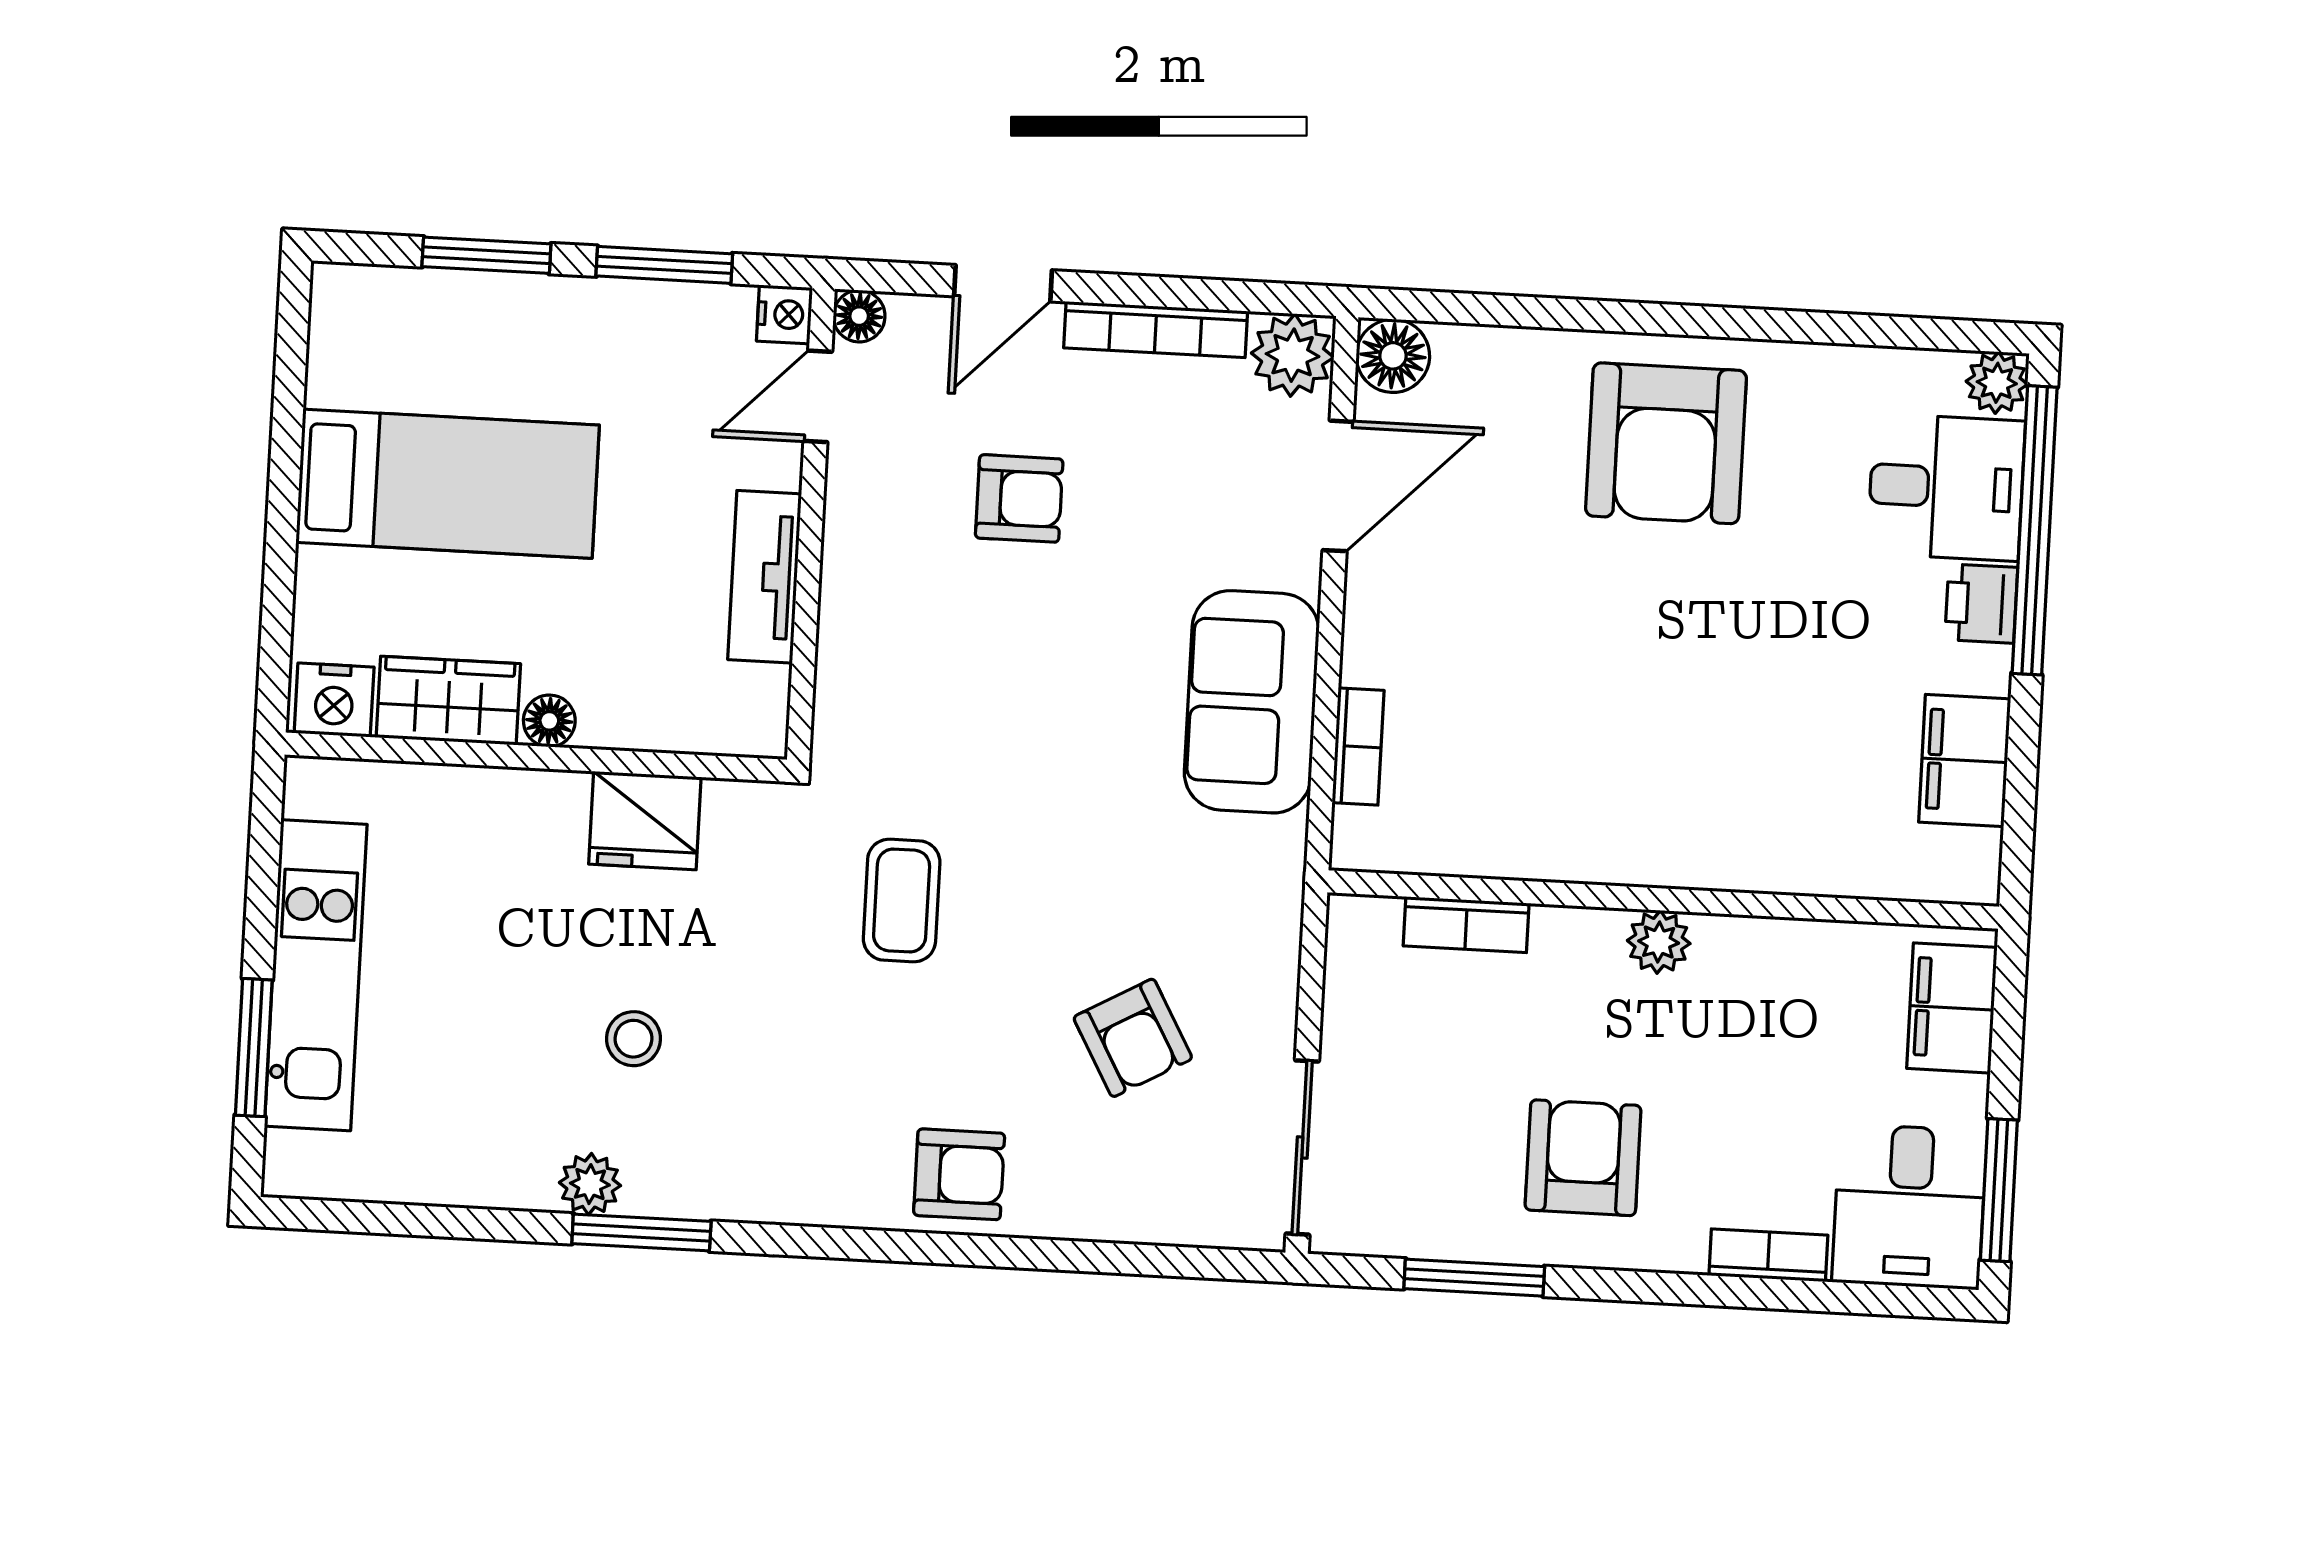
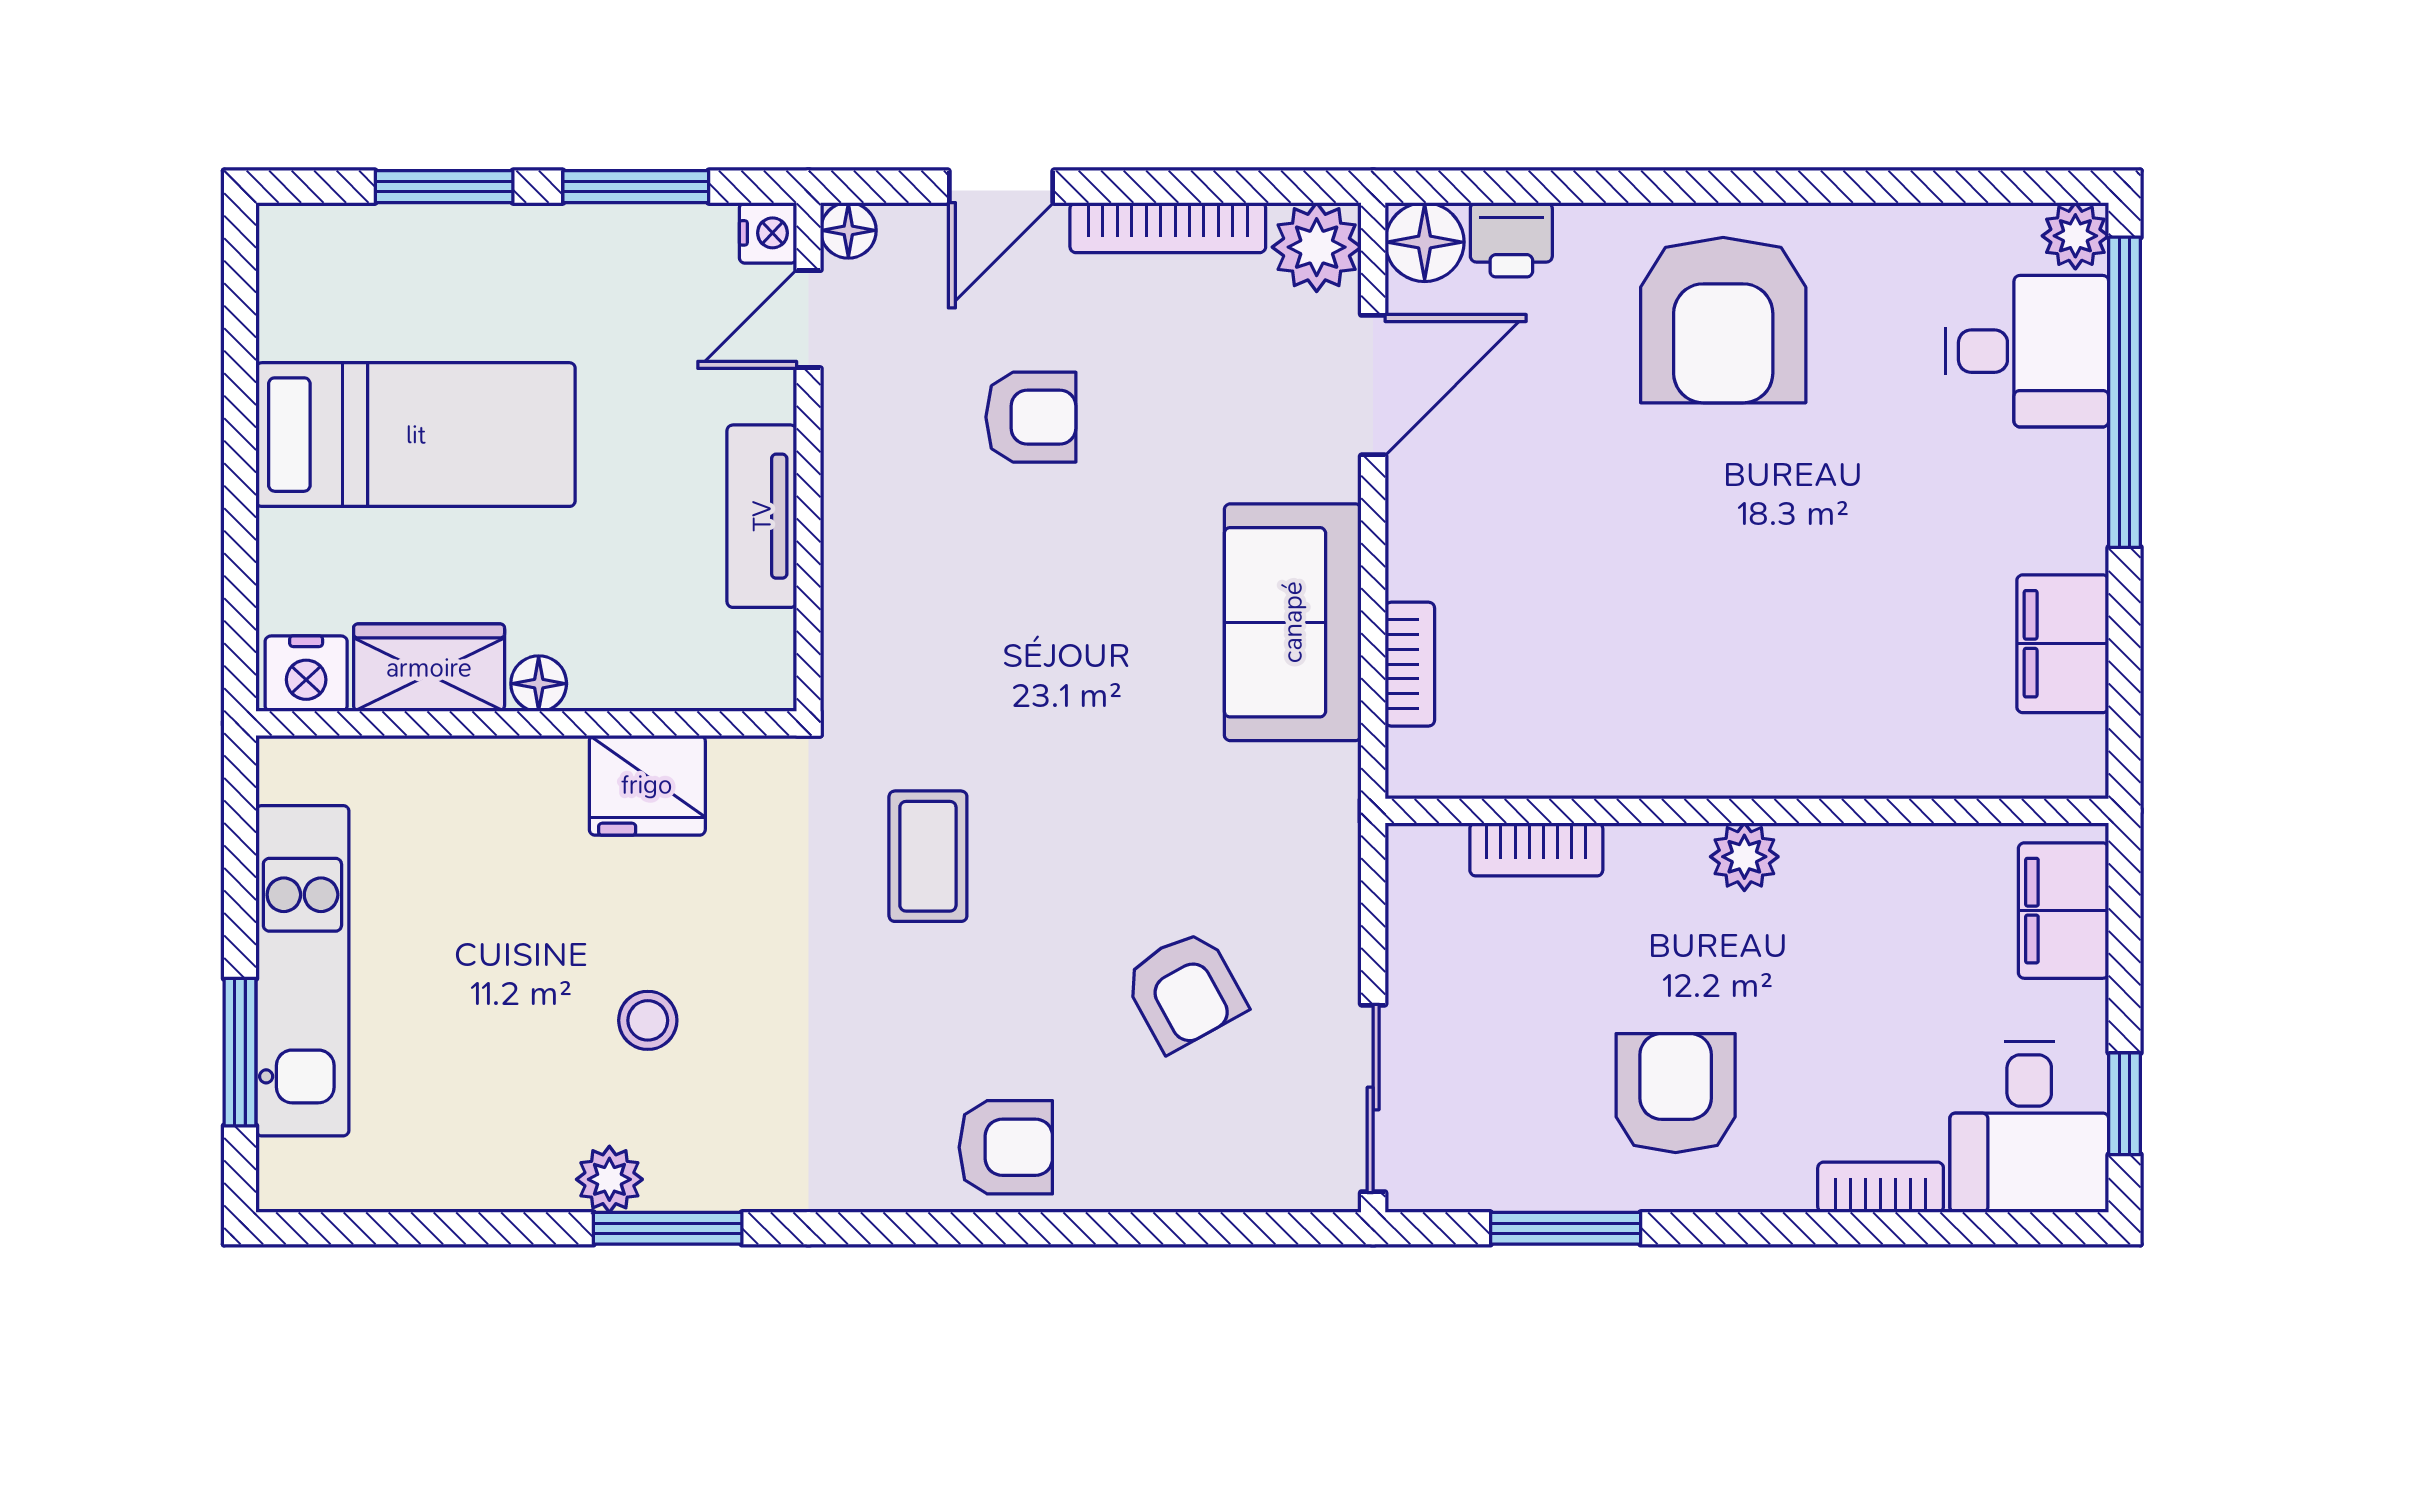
printer: (1981, 604) -> (1511, 240), moved, turned -90
window: (1999, 1190) -> (2125, 1104), width x0.67

